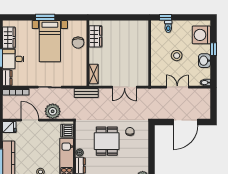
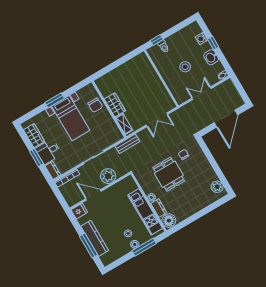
washing machine: (201, 35) -> (201, 38), width x0.53, depth x0.53
wardrobe: (95, 36) -> (115, 105), moved
dishwasher: (67, 131) -> (130, 185), removed

